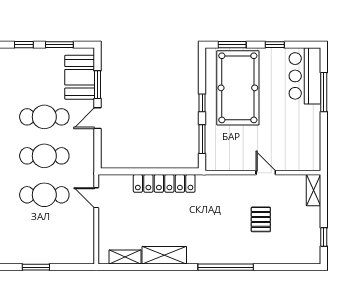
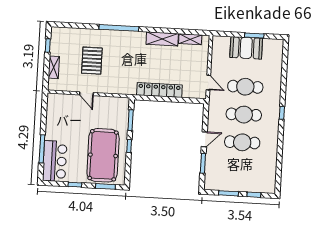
booth: (80, 77) -> (246, 48), moved, turned 90
shelving: (314, 190) -> (54, 67), moved
pallet: (261, 219) -> (92, 61), width x1.50, depth x1.42

